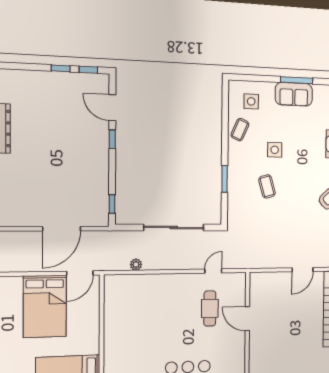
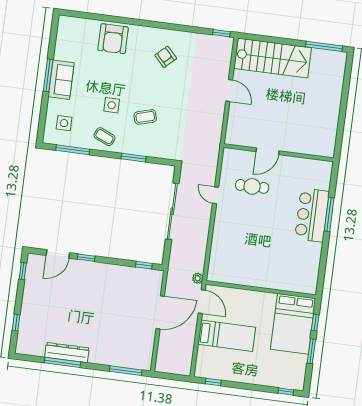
window: (61, 68) -> (16, 322), moved
window: (225, 113) -> (73, 150), added
coffee table: (240, 130) -> (104, 137), moved
door: (62, 229) -> (160, 312), hinge flipped
plant: (136, 265) -> (198, 278), moved
door: (213, 271) -> (216, 195), moved
bed: (45, 306) -> (227, 336), width x0.67

